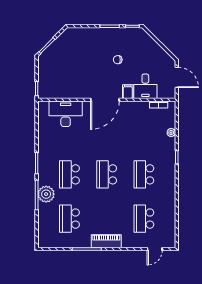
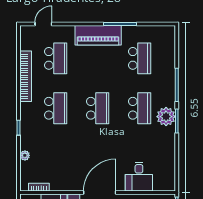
desk: (66, 114) -> (139, 177), width x0.73
plant: (46, 194) -> (166, 117), moved
bookcase: (170, 203) -> (26, 76), added
piano: (106, 241) -> (98, 35), width x1.37, depth x1.33

